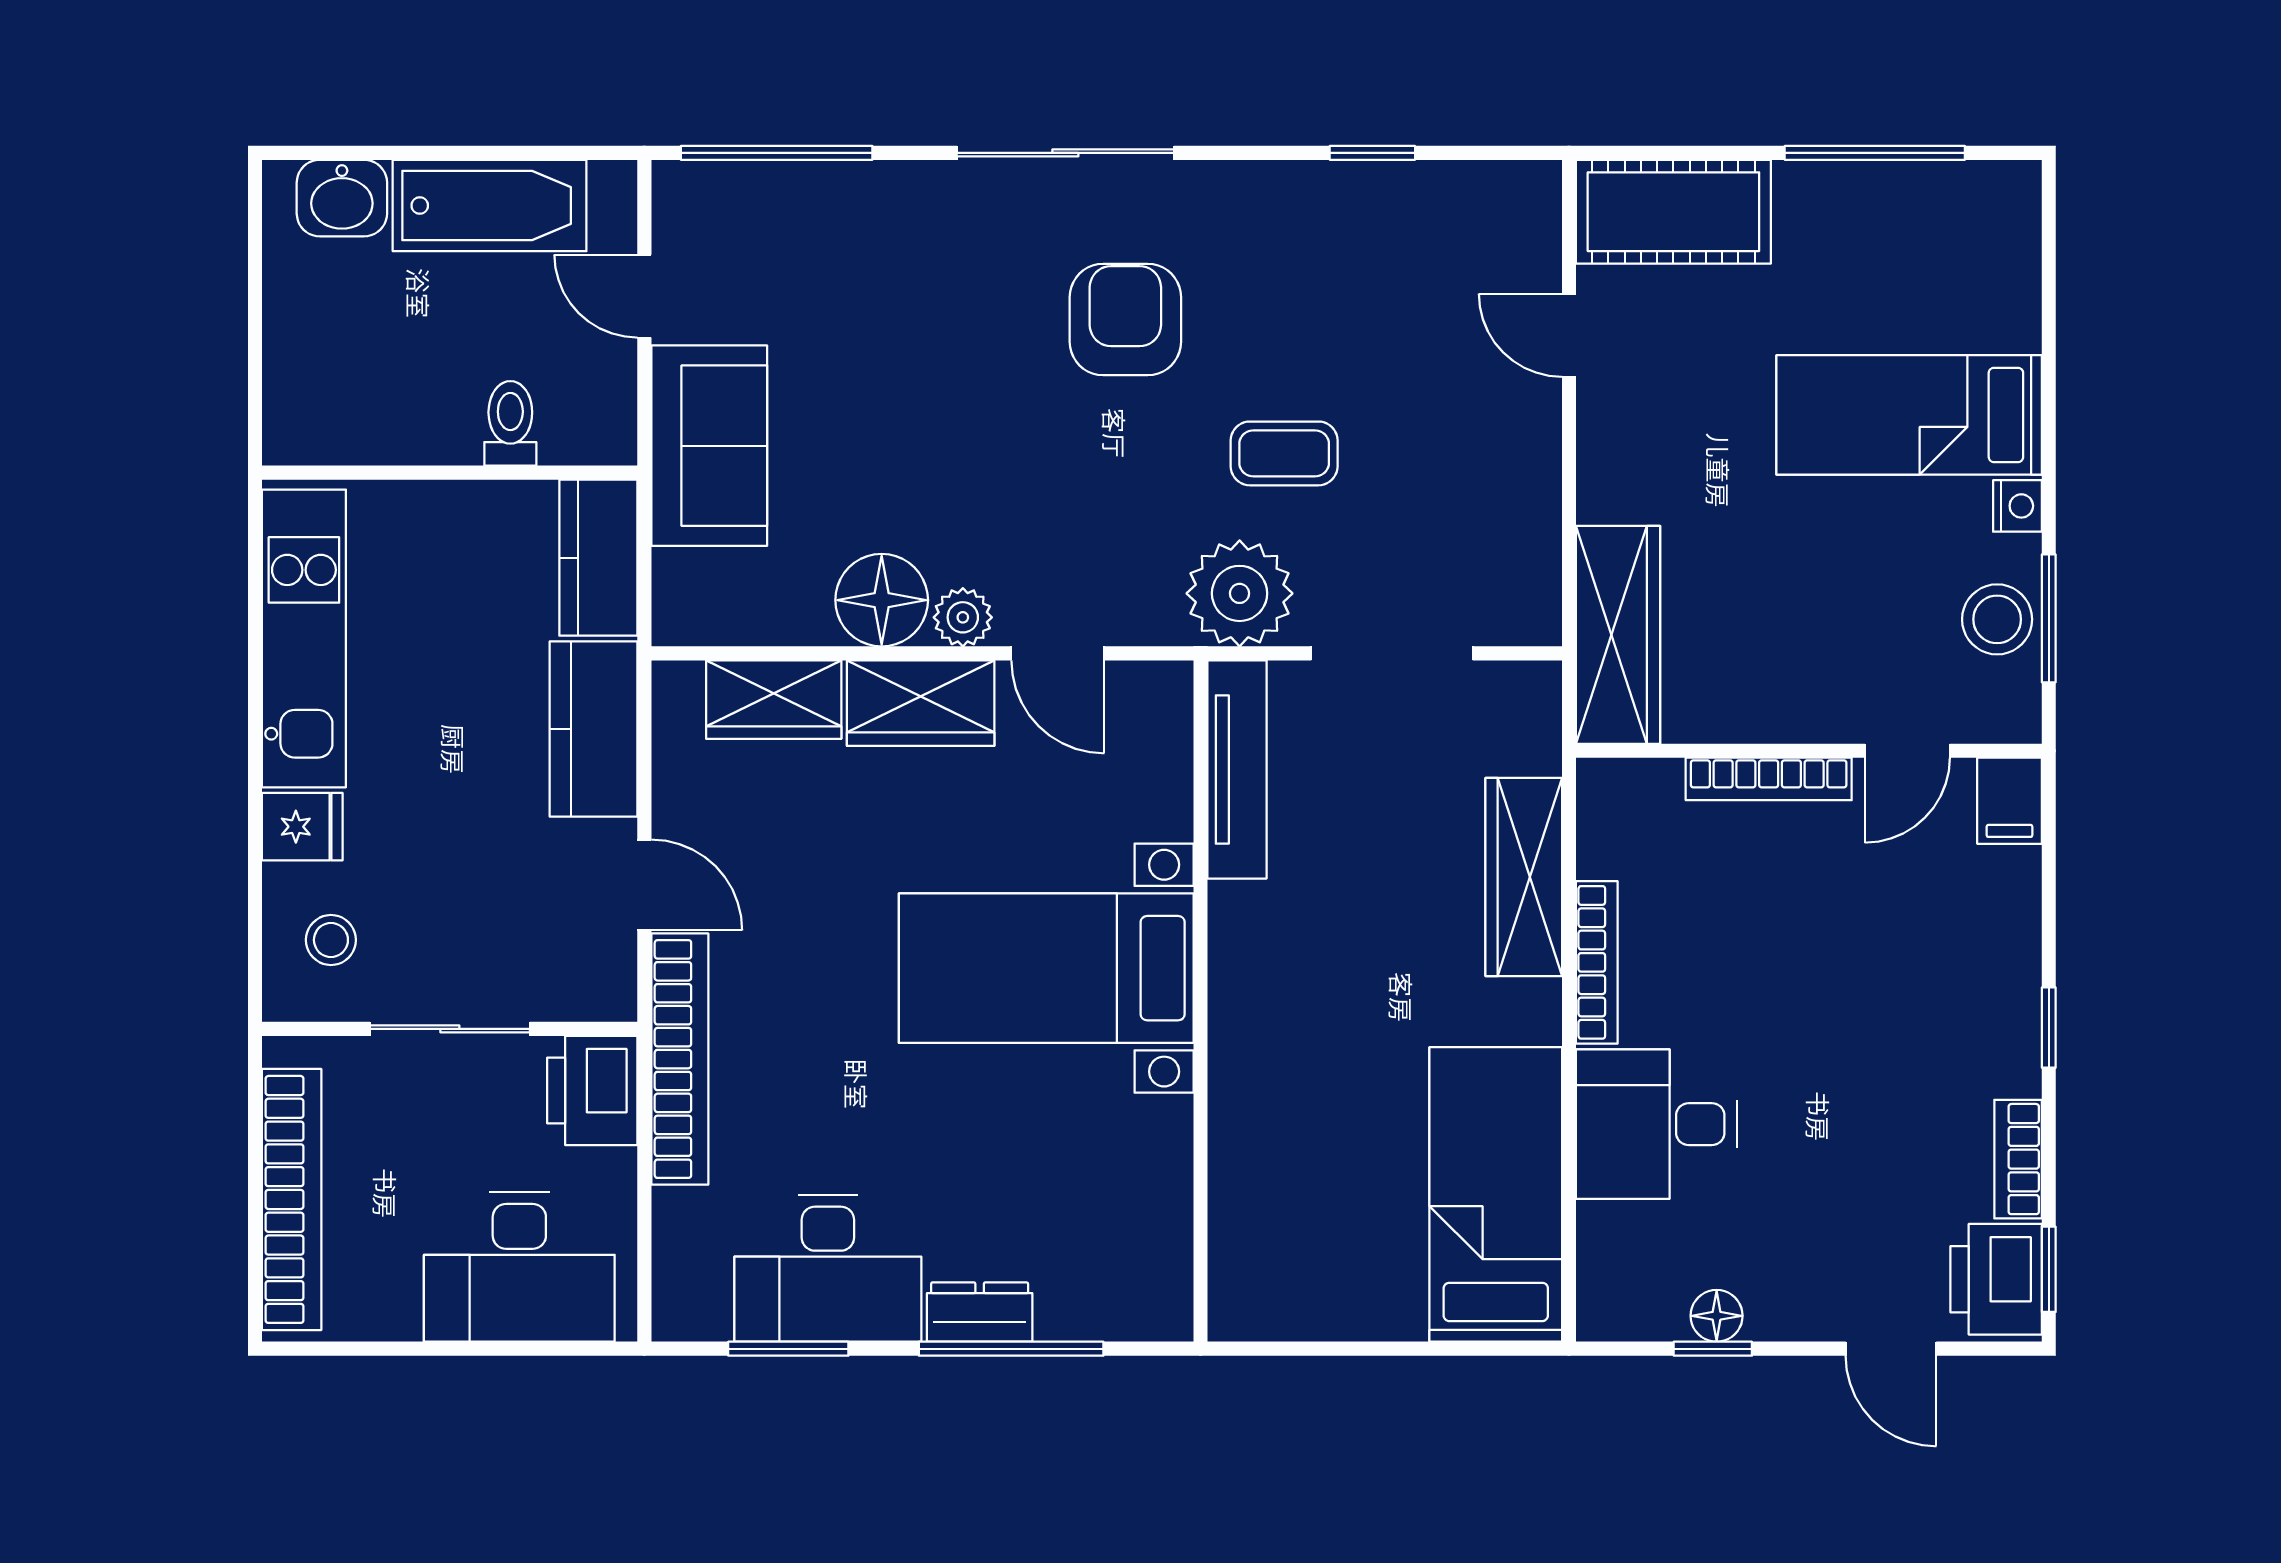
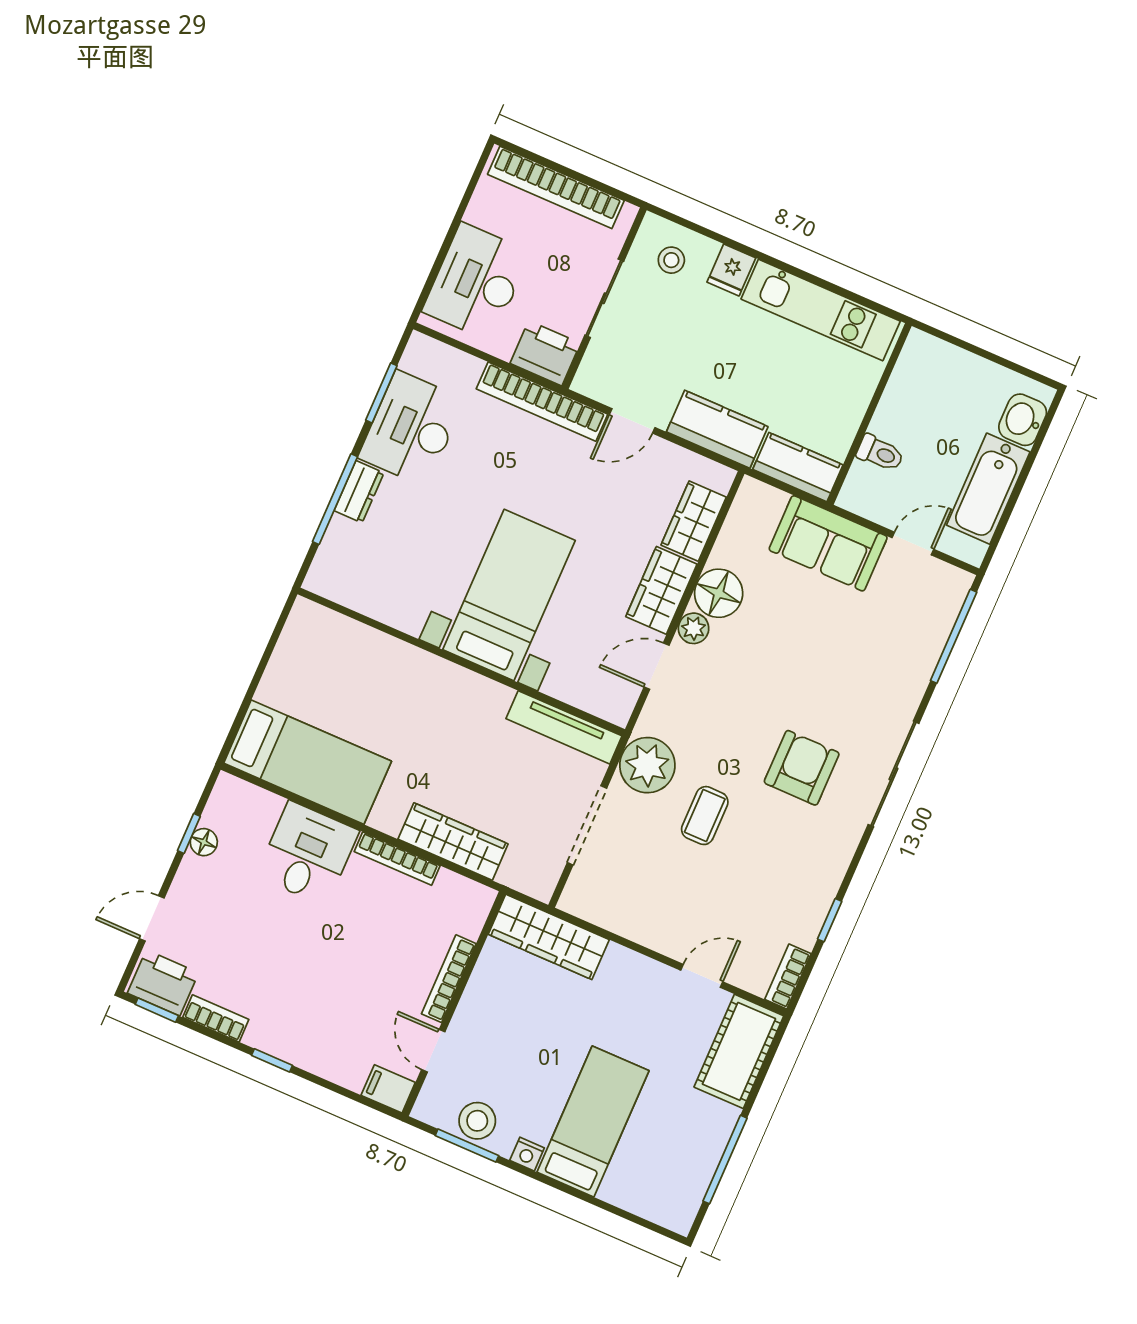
bookcase: (1504, 183) -> (788, 977), added
armchair: (1125, 319) -> (802, 768), turned -90

